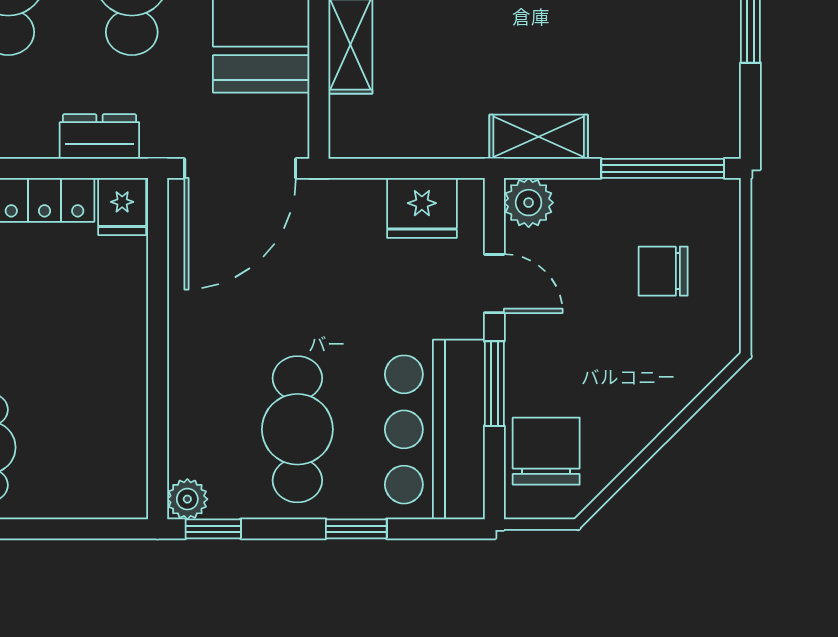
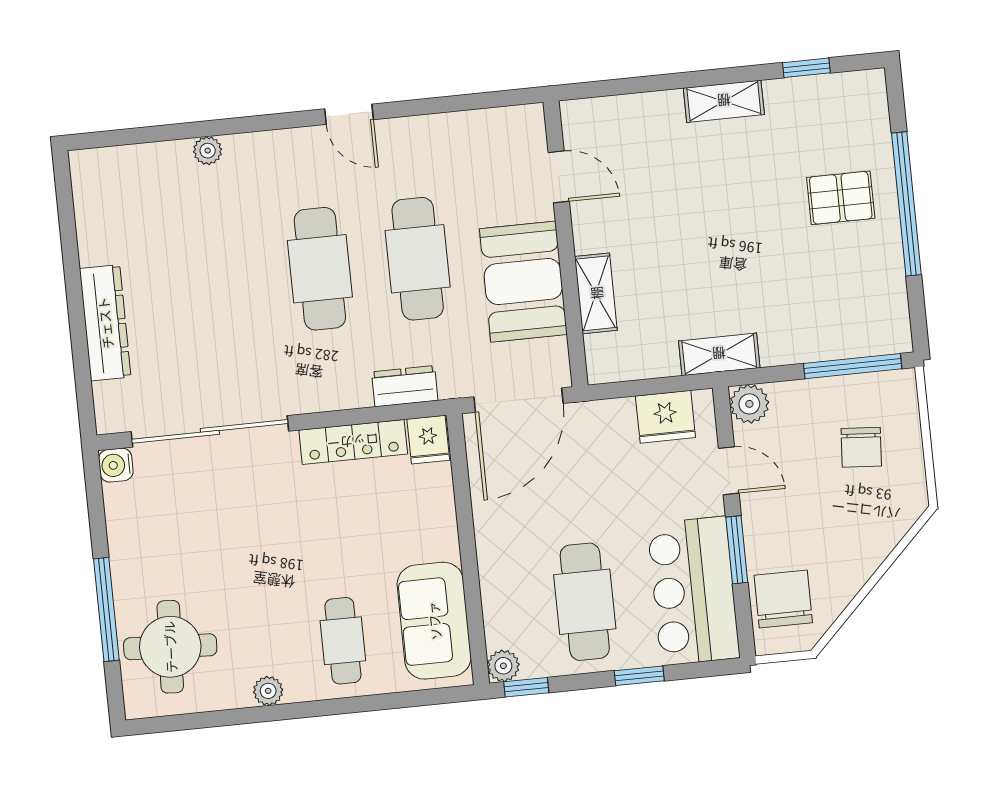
shelving: (539, 137) -> (719, 354), moved
chair: (663, 271) -> (861, 447), turned -86
sofa: (106, 434) -> (434, 621), added

